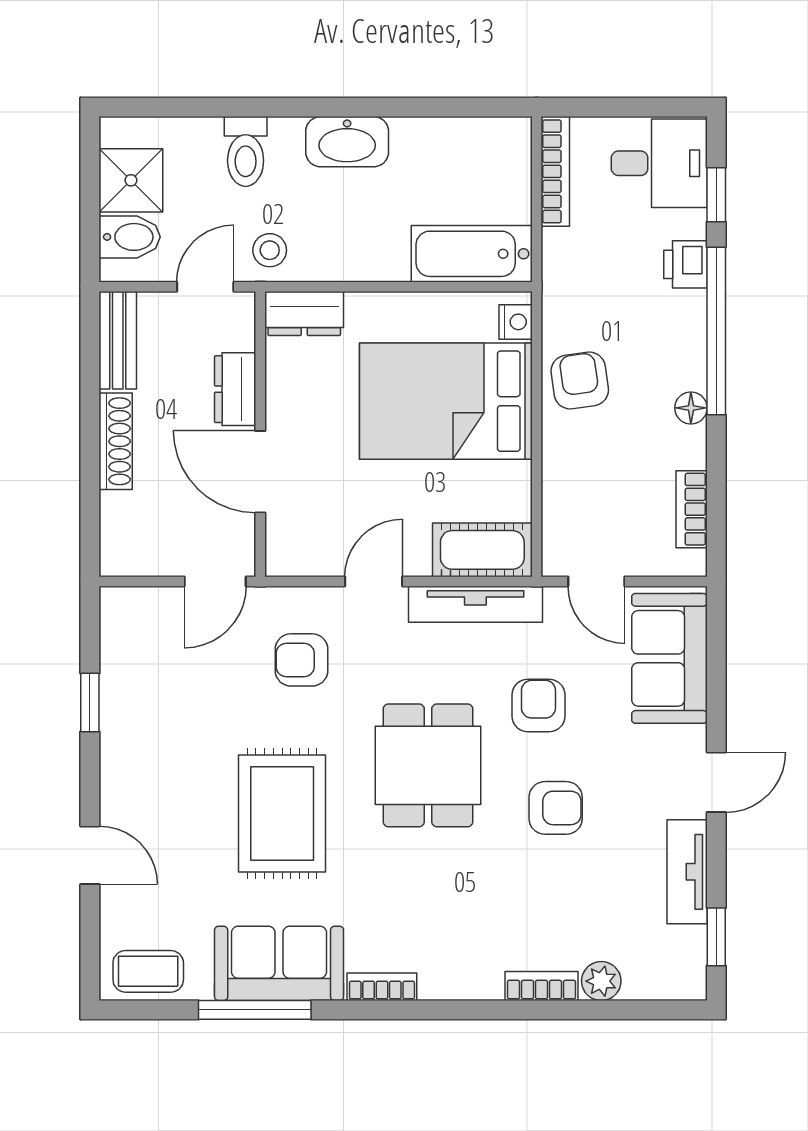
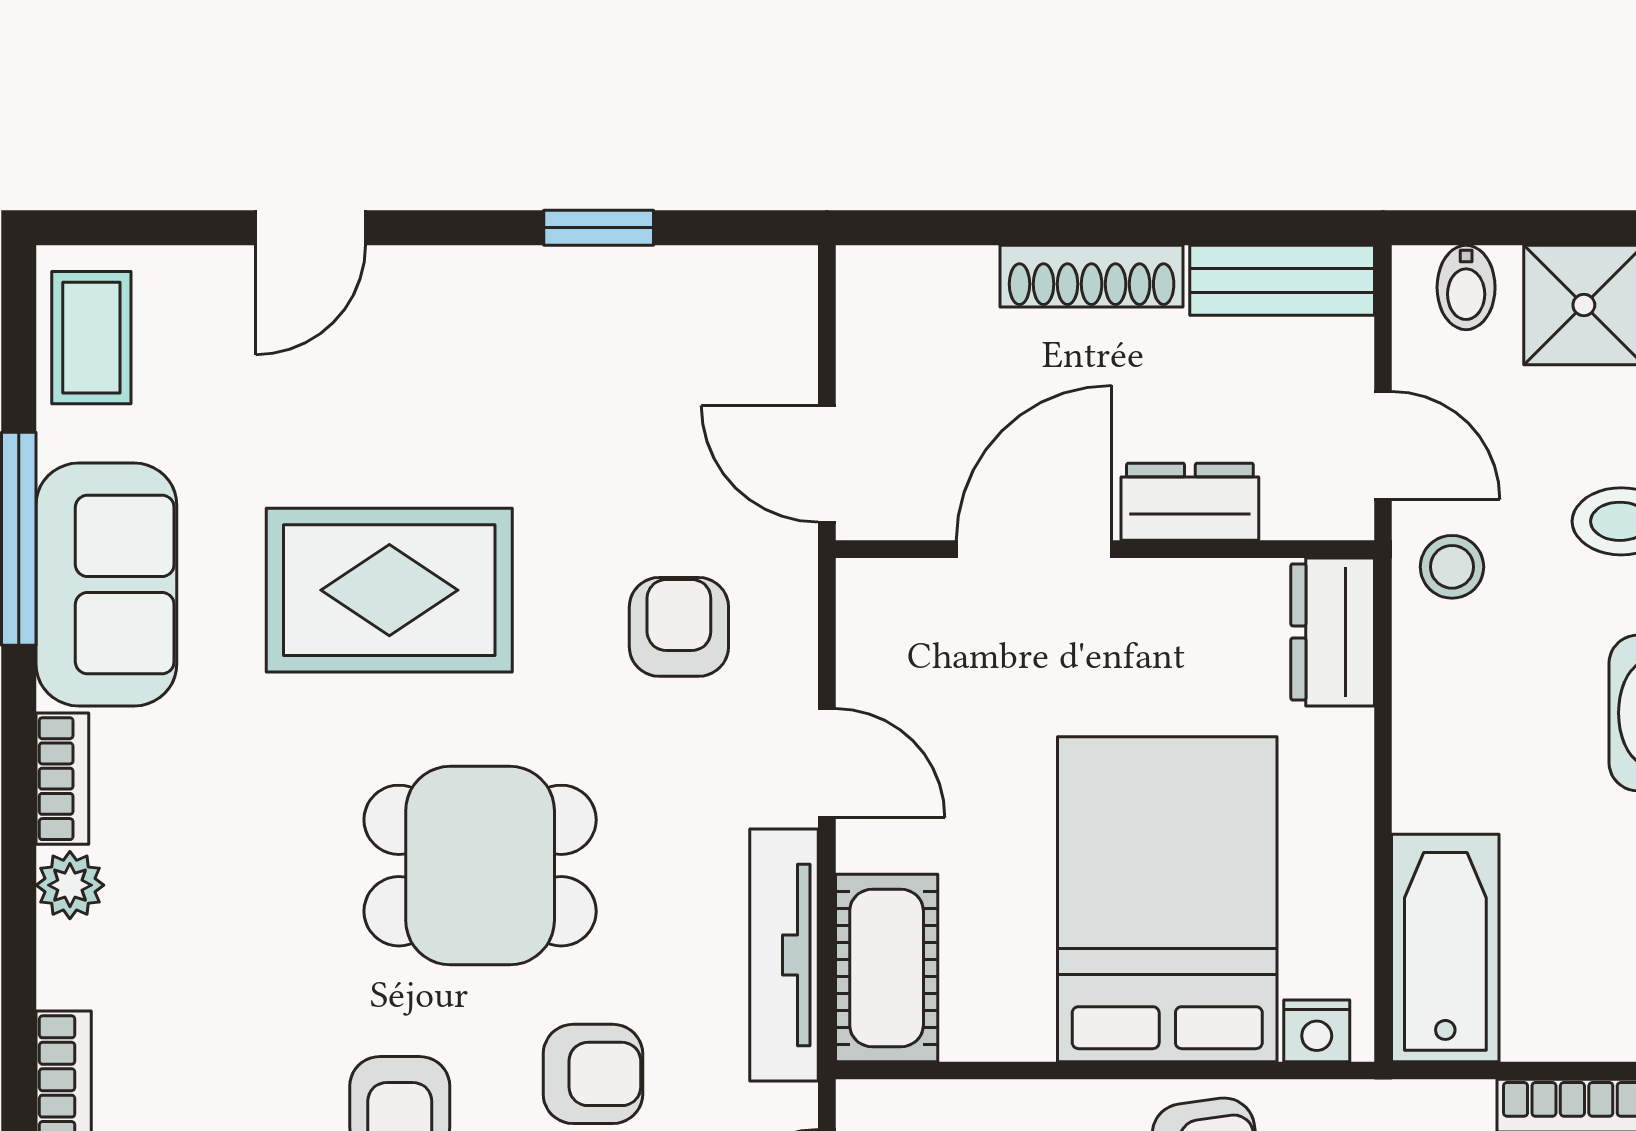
bidet: (130, 237) -> (1466, 287), width x0.72, depth x0.74
plant: (438, 983) -> (70, 885), added

